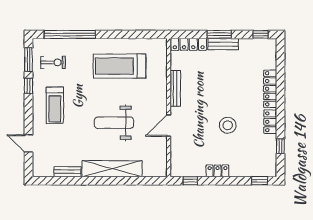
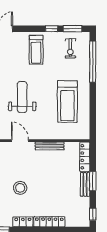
treadmill: (120, 66) -> (67, 101), turned 180
treadmill: (55, 105) -> (36, 50), turned -90

